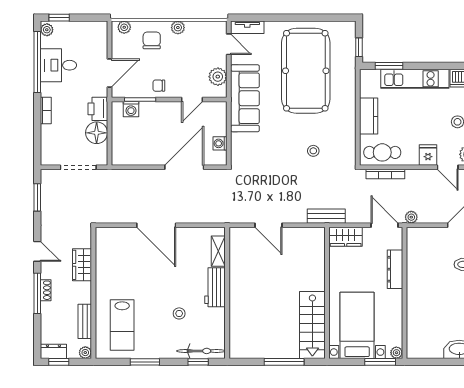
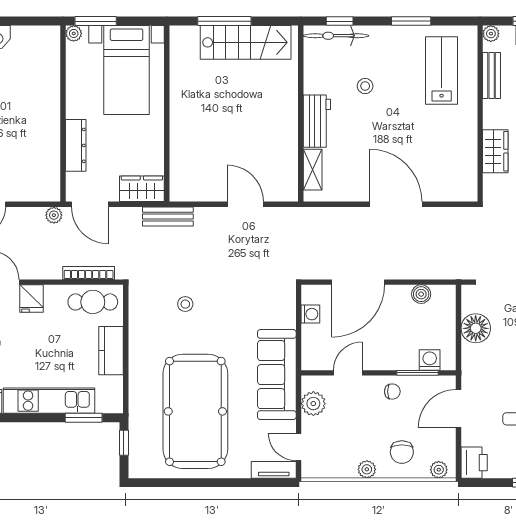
printer: (98, 109) -> (474, 463), moved
boiler: (137, 158) -> (421, 294), added
stairs: (312, 325) -> (246, 42), moved, turned 90

